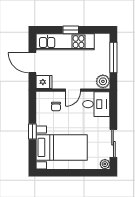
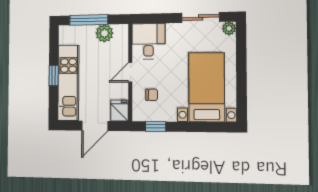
plant: (103, 81) -> (105, 33), moved
door: (73, 90) -> (130, 72), swing flipped
window: (32, 132) -> (156, 126), moved

